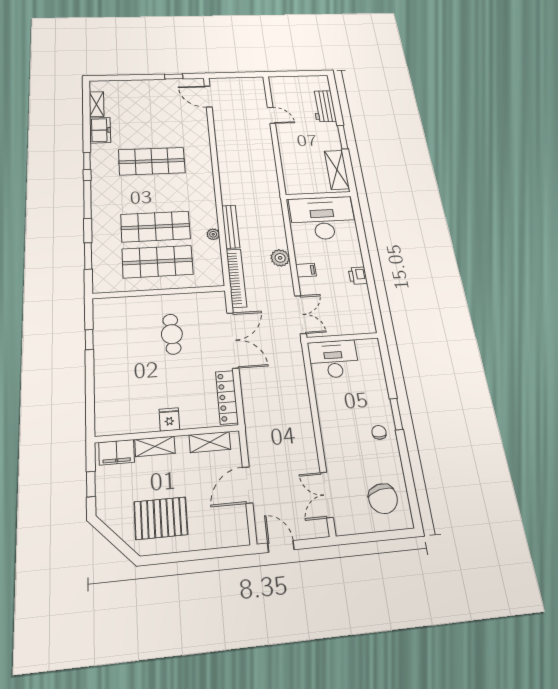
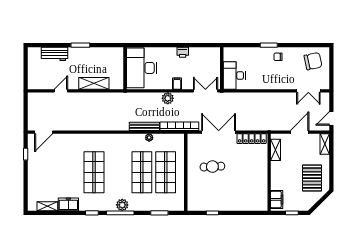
shelving: (337, 170) -> (94, 83), moved
plant: (101, 201) -> (122, 205), added
fridge: (169, 419) -> (261, 171), removed
shelving: (155, 446) -> (325, 144), moved
door: (248, 485) -> (300, 132), swing flipped

